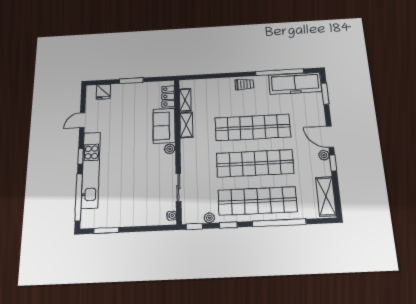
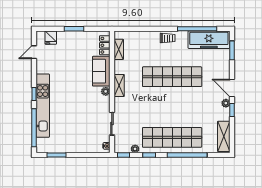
door: (82, 120) -> (34, 52), moved
shelving: (186, 125) -> (119, 85), moved
shop shelf: (255, 163) -> (172, 107), removed

